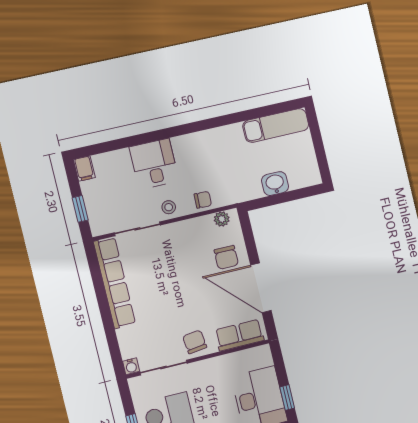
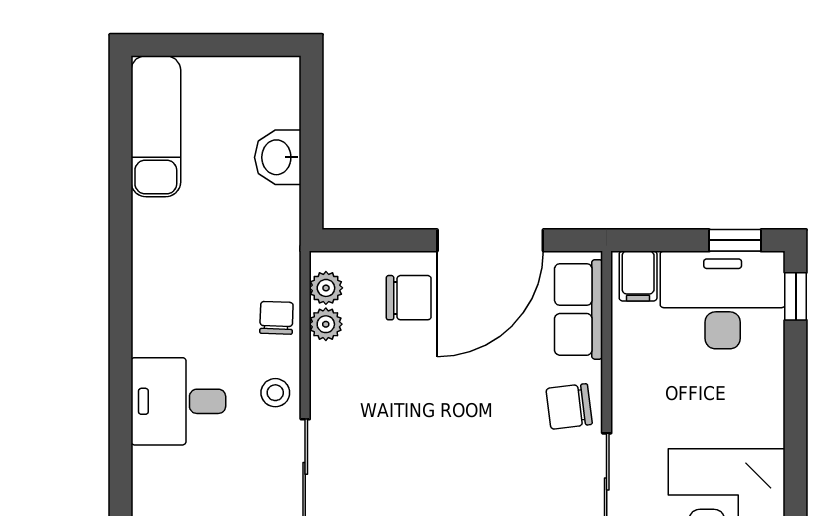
plant: (205, 223) -> (326, 324), added
filing cabinet: (261, 358) -> (638, 276), added

